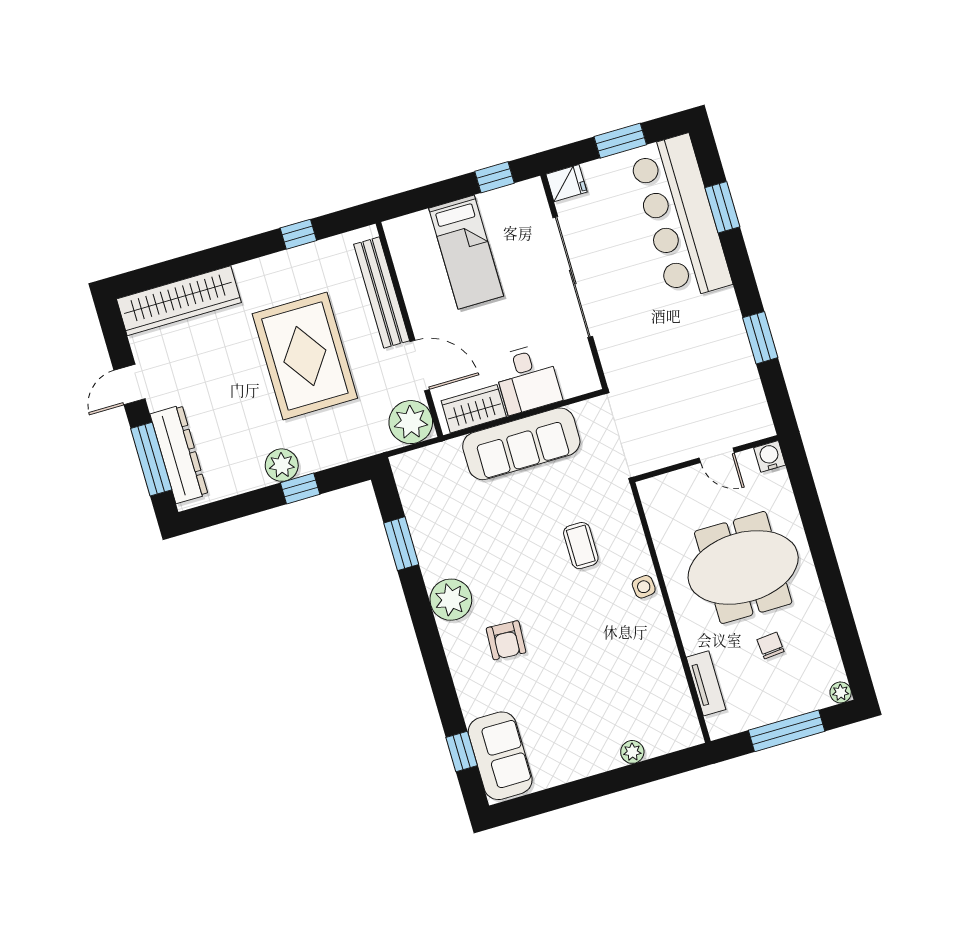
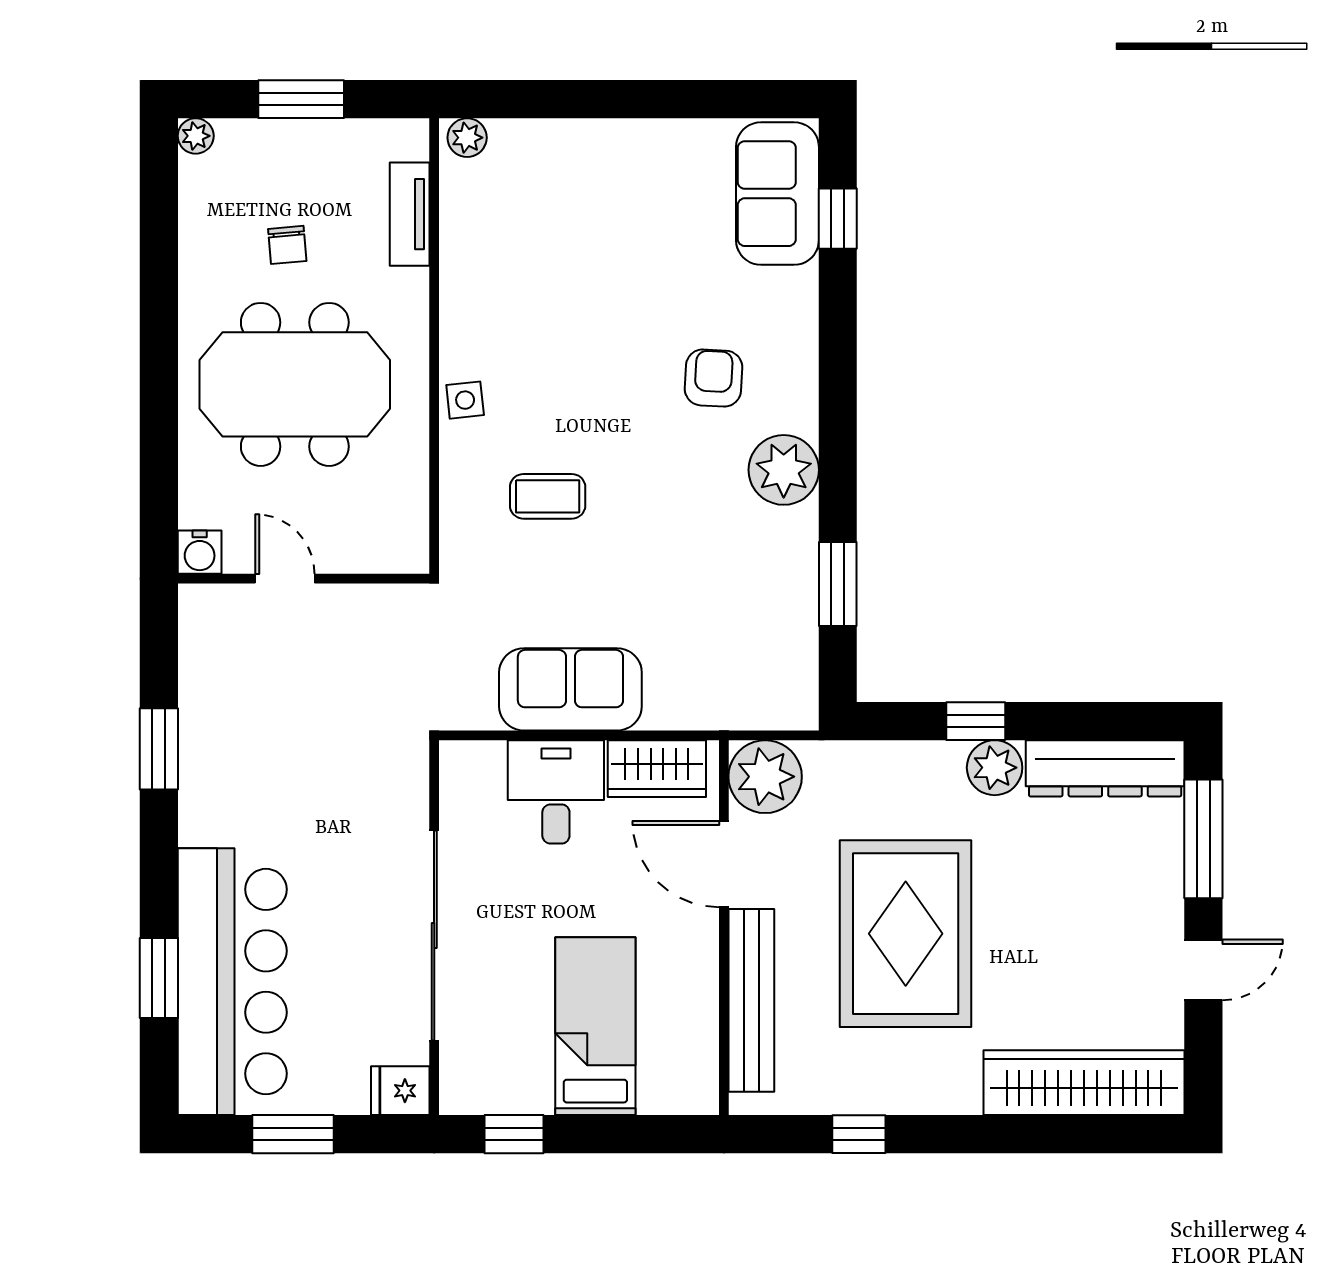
sofa: (521, 444) -> (570, 689), width x0.73
dresser: (179, 454) -> (1105, 768), moved, turned -90
coffee table: (581, 546) -> (548, 496), turned 90
window: (787, 731) -> (301, 99), width x0.69
plant: (632, 752) -> (467, 138), moved

